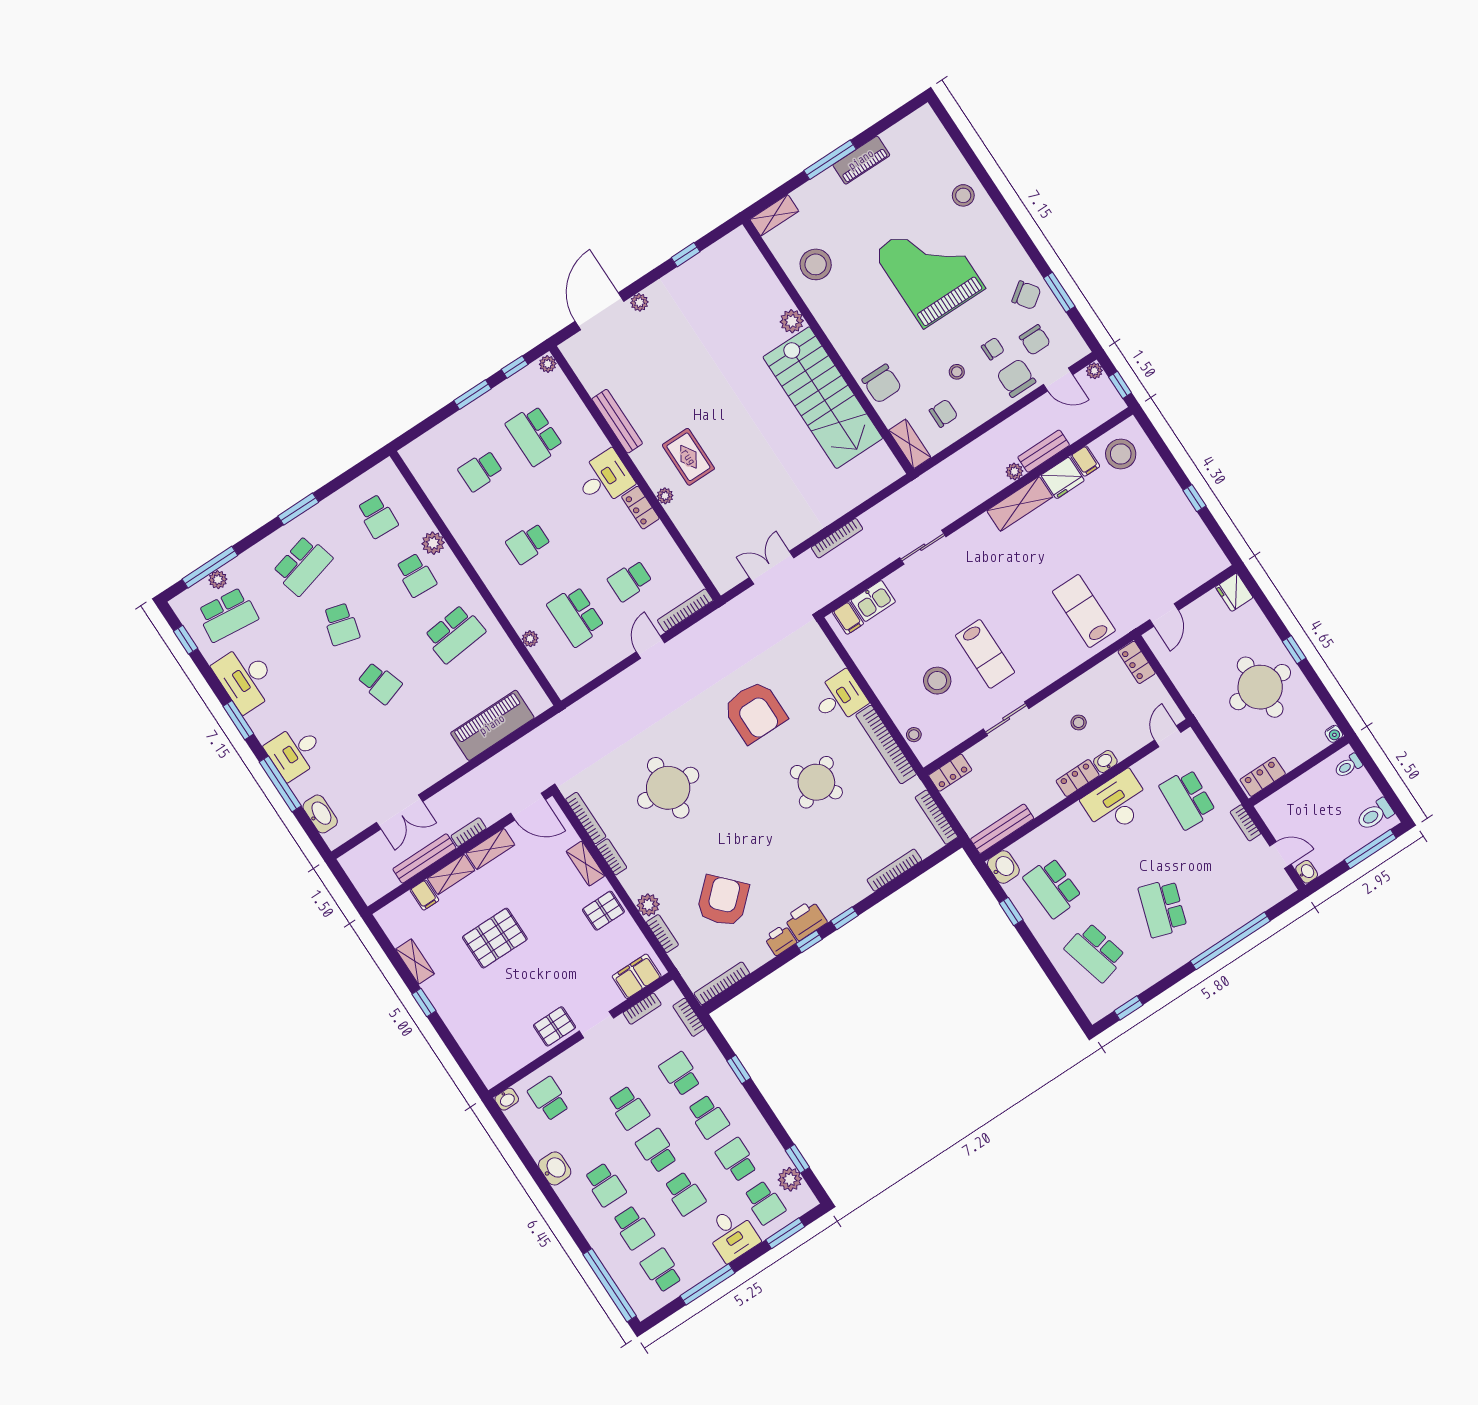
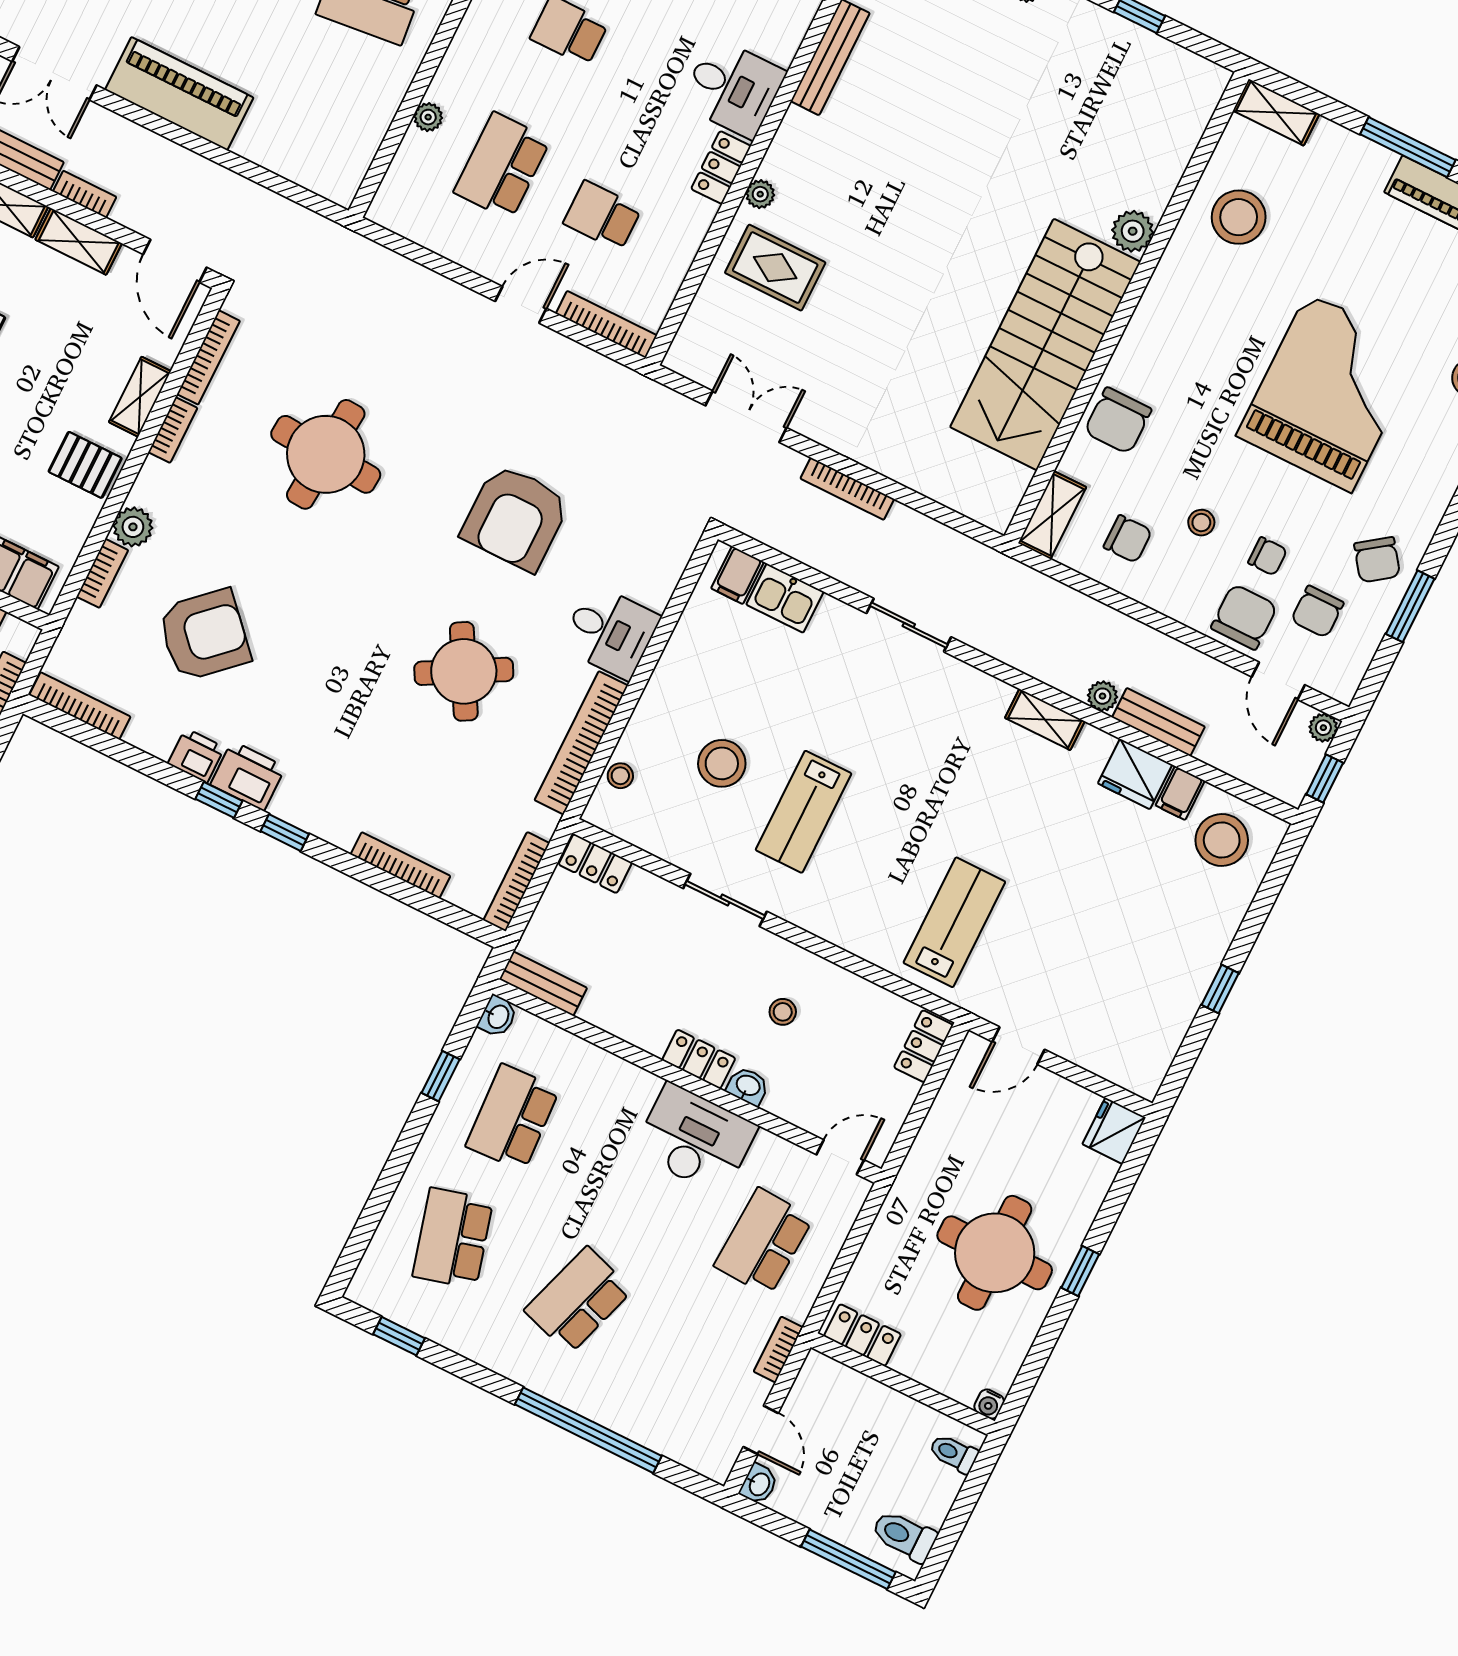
rug: (688, 457) -> (775, 268), moved, turned 90
shelving: (1020, 504) -> (1045, 719), width x0.67, depth x0.75
piano: (492, 725) -> (179, 94), moved
bench: (1002, 829) -> (543, 984), width x0.73
washbasin: (1003, 867) -> (498, 1016), width x0.72, depth x0.69

